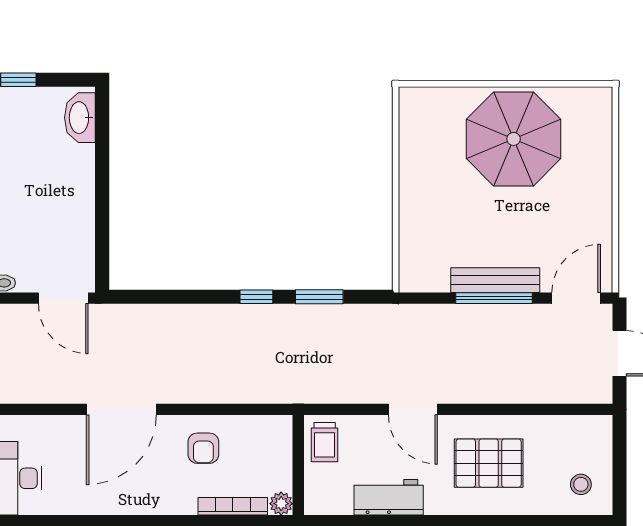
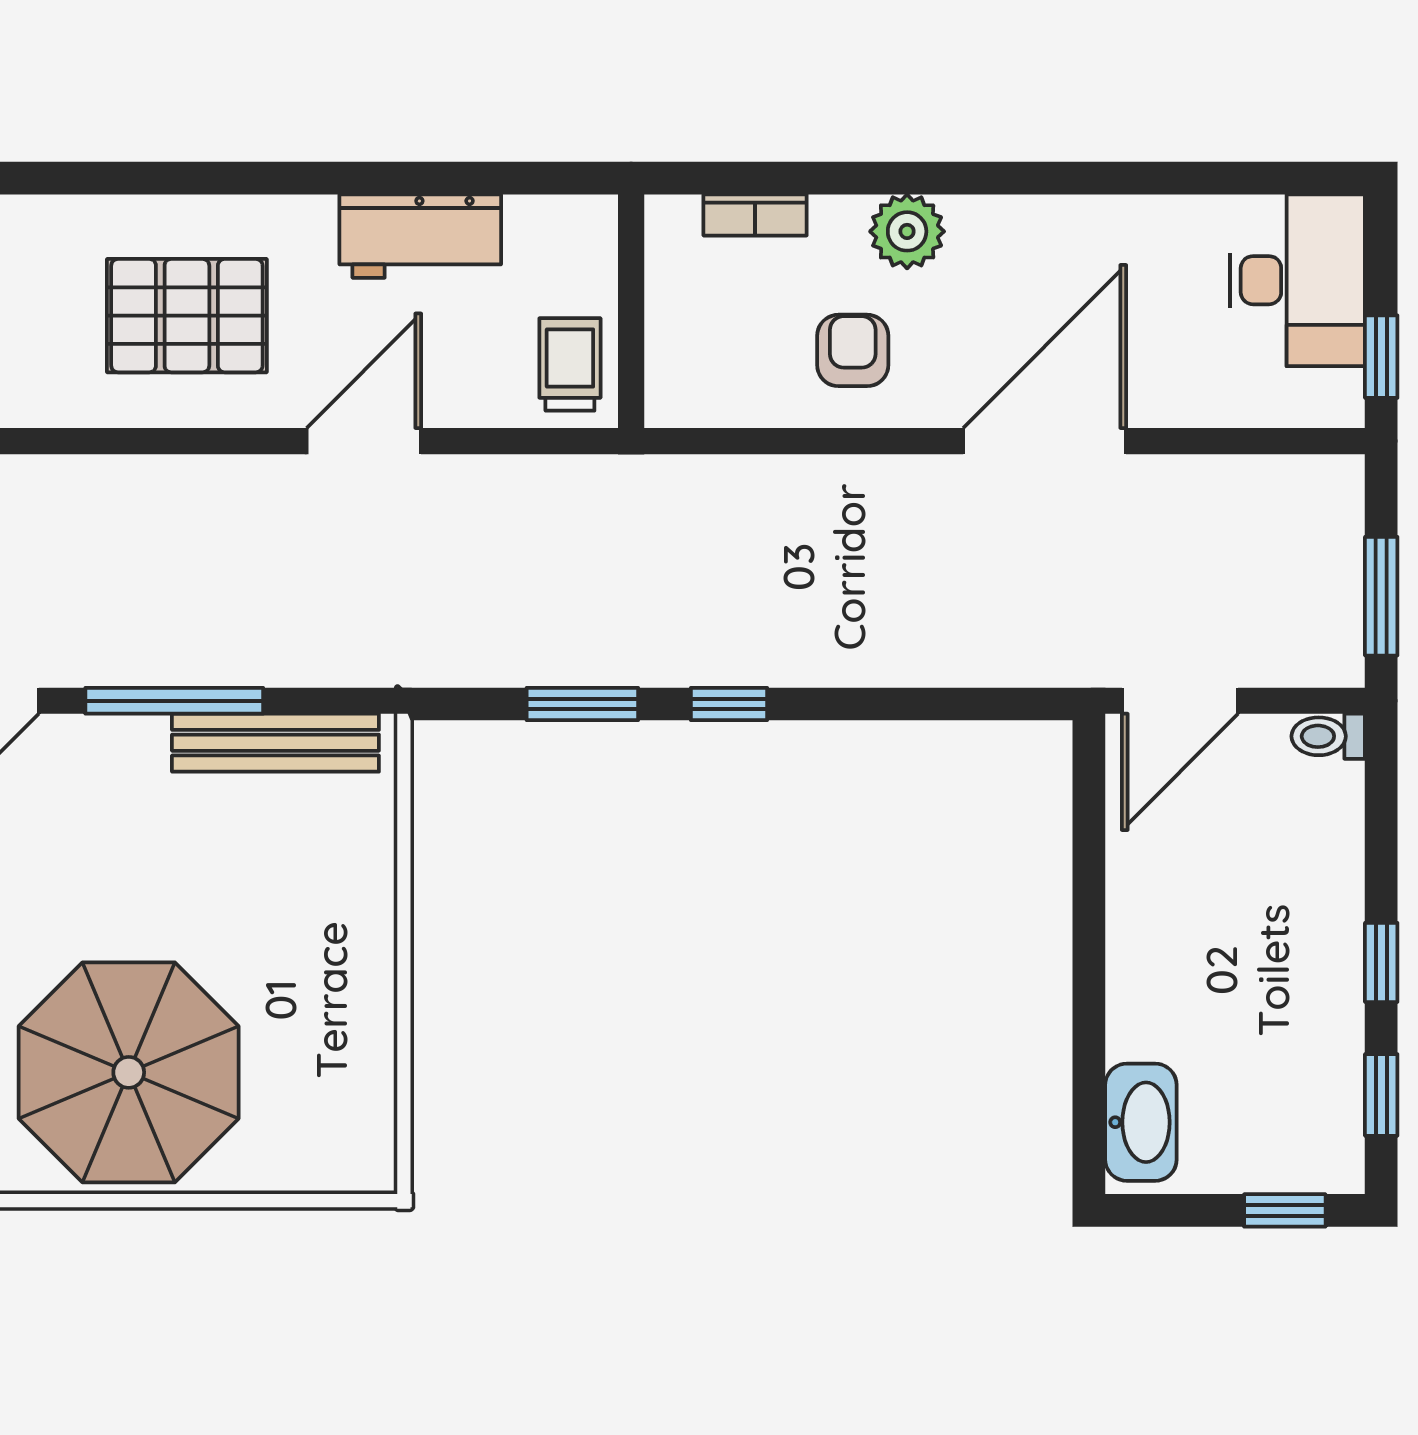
bench: (495, 280) -> (275, 743), moved
door: (63, 298) -> (1180, 701), swing flipped
door: (413, 409) -> (364, 441), hinge flipped
plant: (281, 504) -> (907, 231), moved, width x1.38, depth x1.38
bookcase: (233, 506) -> (755, 215), width x0.64

